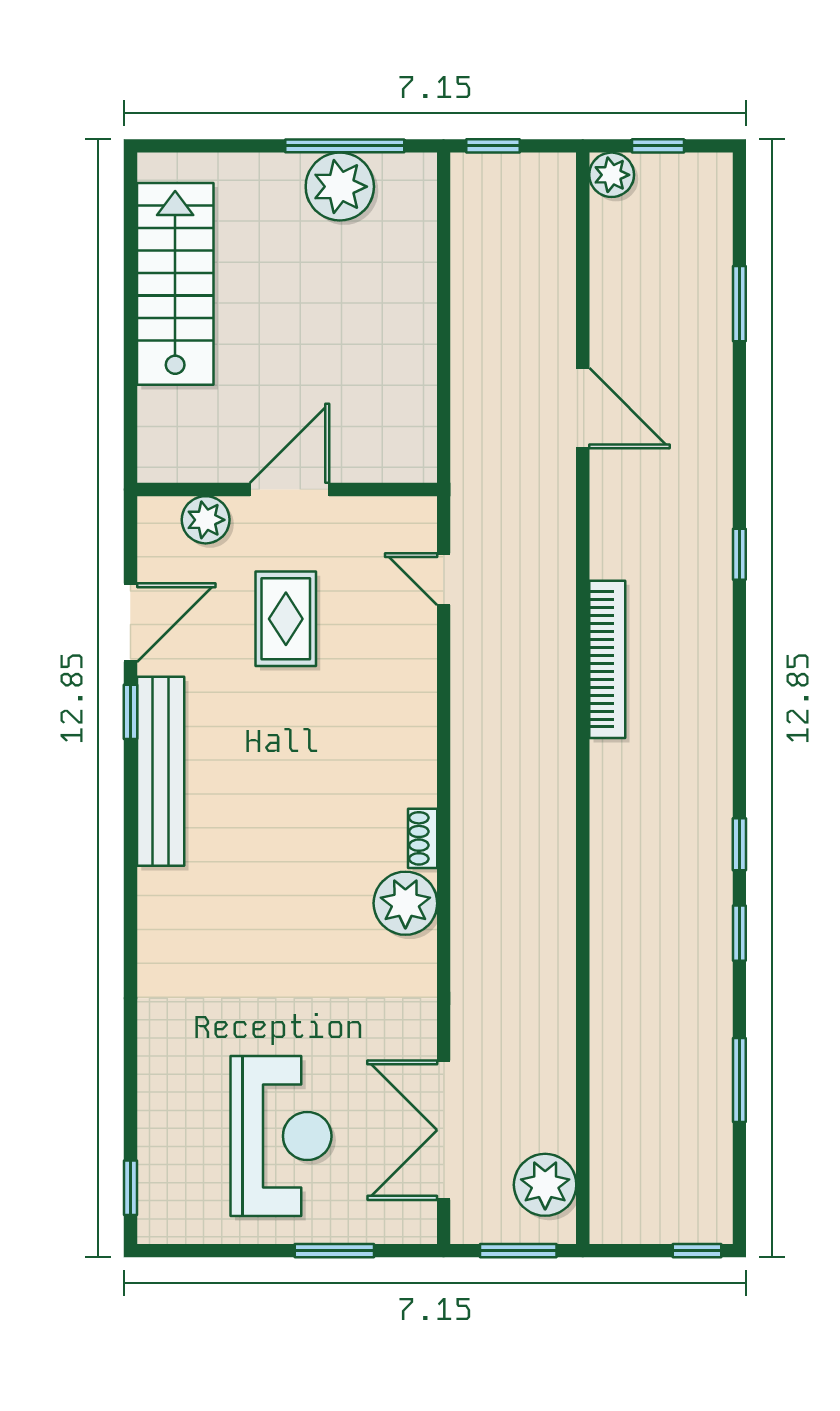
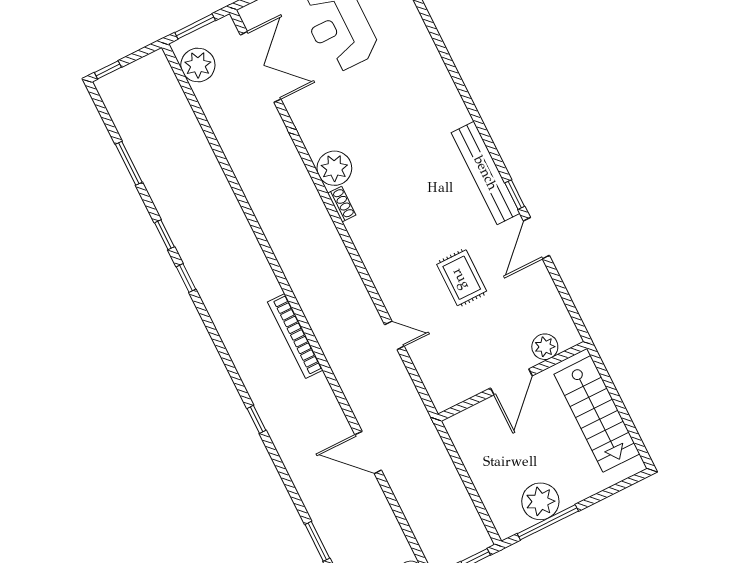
wall: (287, 490) -> (513, 381), moved
door: (289, 490) -> (511, 382), moved
plant: (206, 520) -> (545, 347), moved

